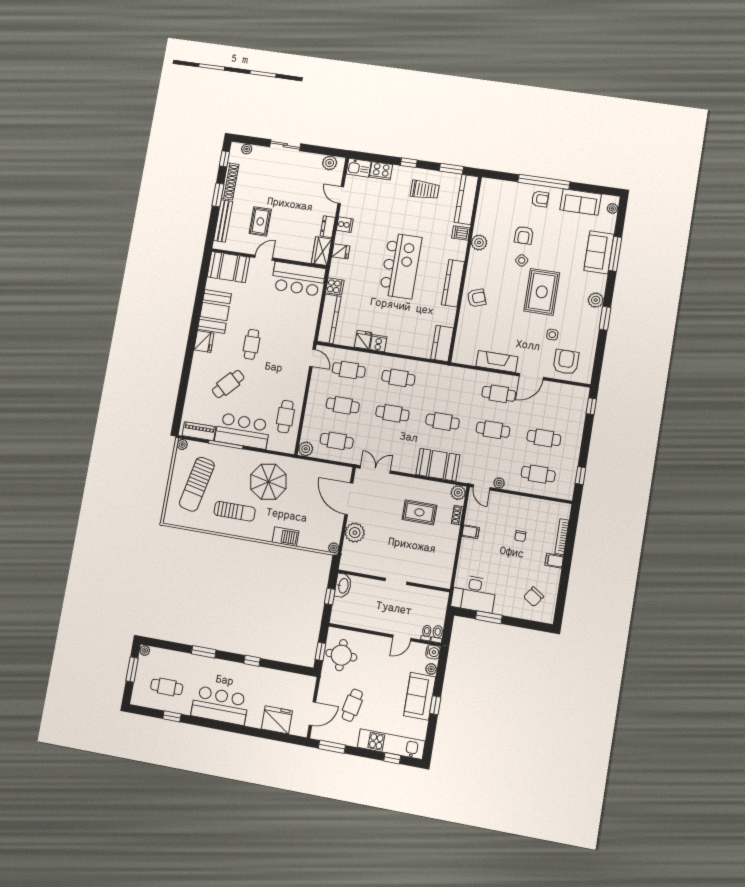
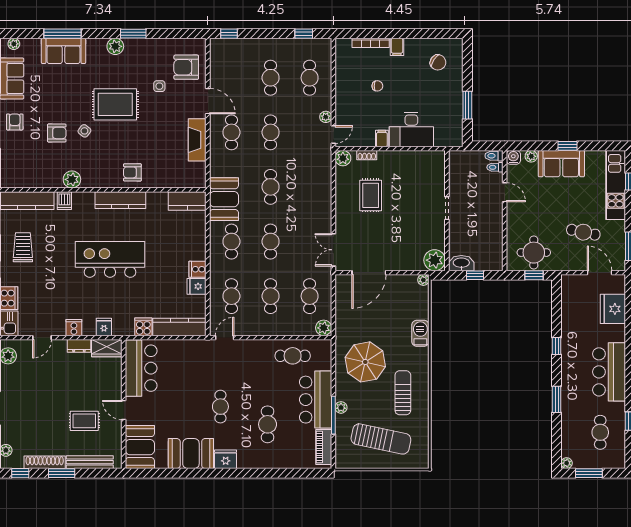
armchair: (477, 298) -> (132, 172), turned -70
cafe table: (251, 344) -> (220, 407), turned 90
cafe table: (228, 384) -> (268, 424), turned 47
plant: (182, 444) -> (341, 407), moved
booth: (438, 465) -> (224, 199), moved
plant: (355, 533) -> (435, 260), moved
desk: (474, 594) -> (411, 129), moved, turned 90

